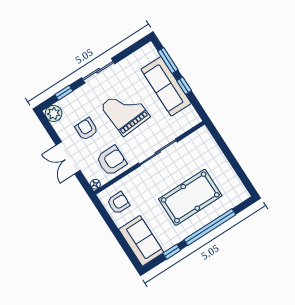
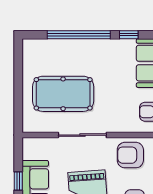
pool table: (190, 197) -> (63, 94), moved

